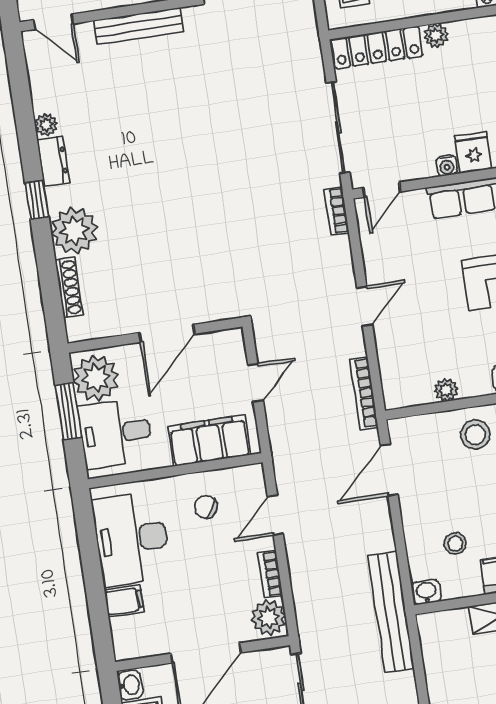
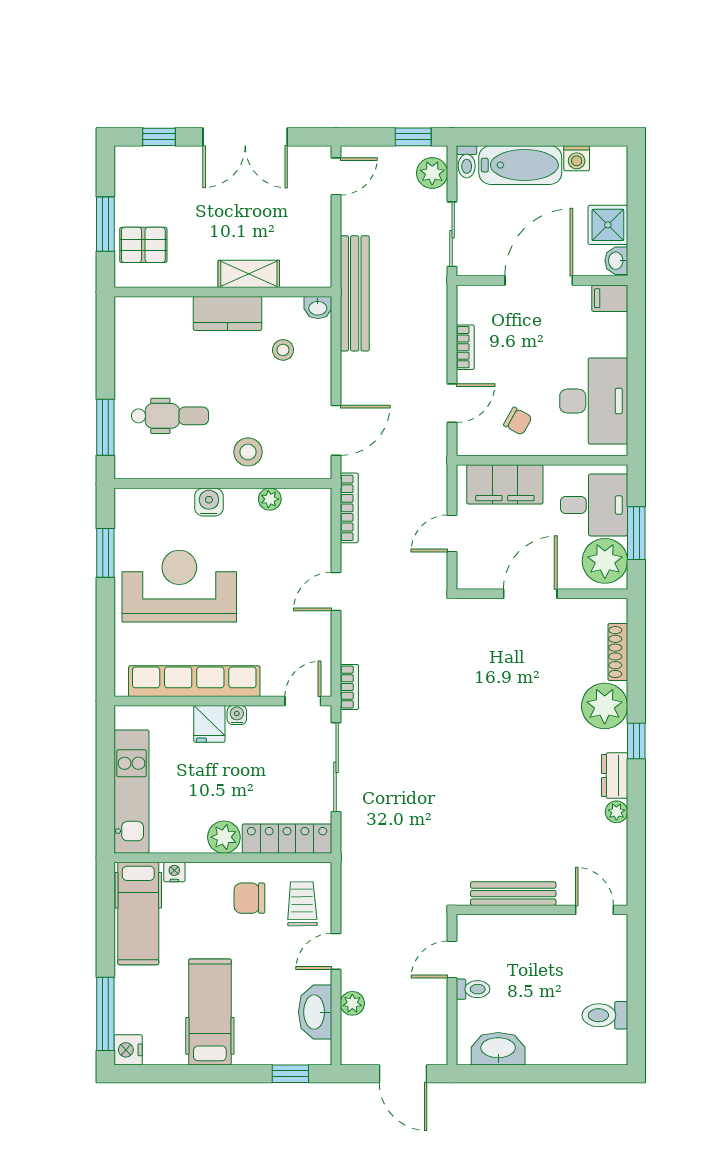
plant: (436, 36) -> (224, 837), width x1.38, depth x1.38
filing cabinet: (124, 601) -> (610, 298), moved
plant: (268, 618) -> (473, 305), removed

